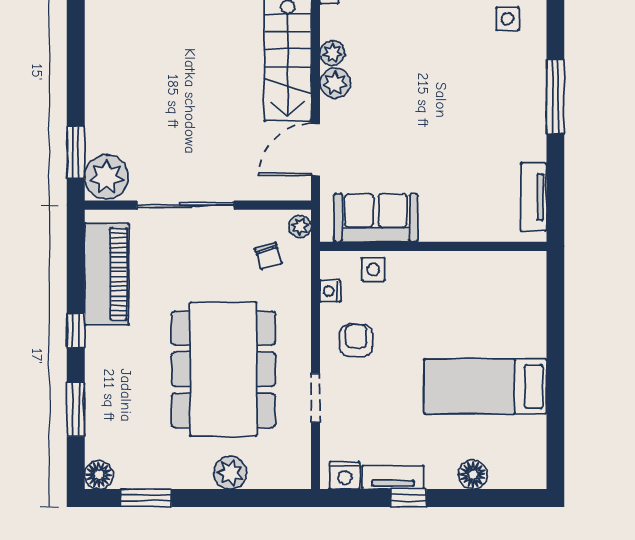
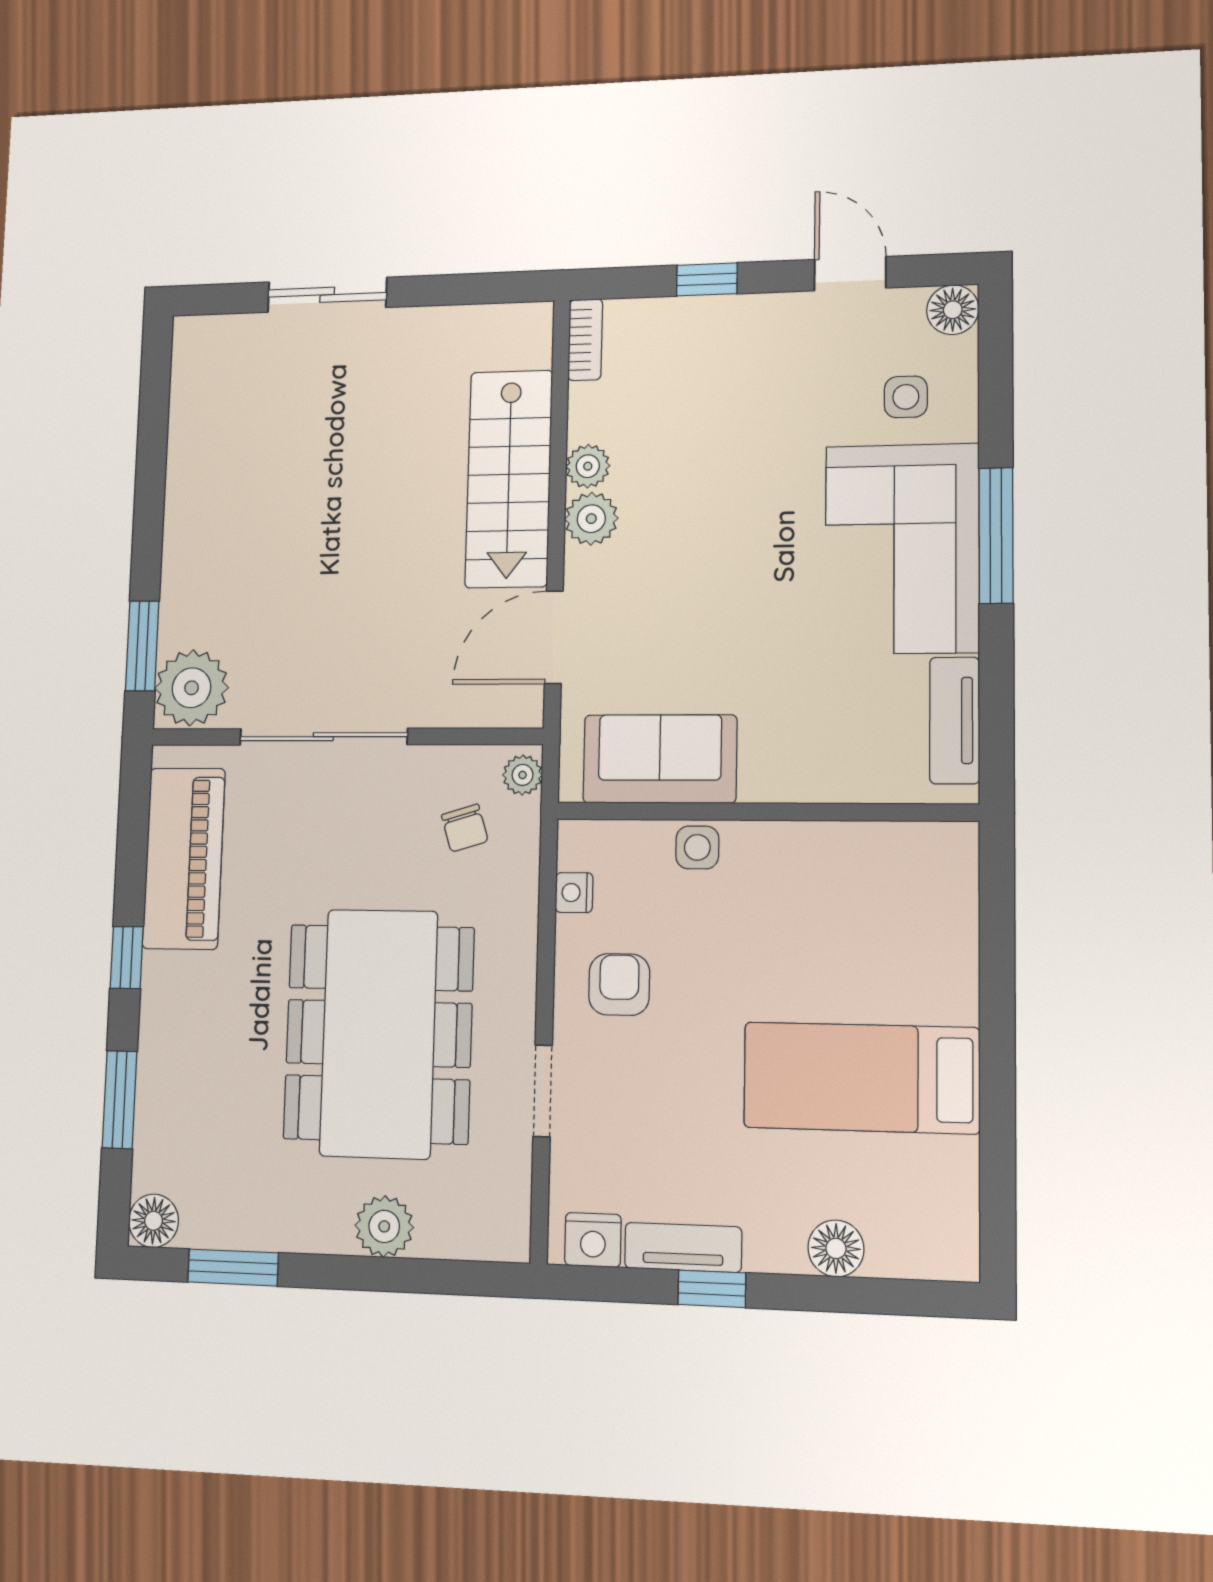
corner sofa: (506, 103) -> (902, 549), added
side table: (373, 269) -> (697, 847), moved

